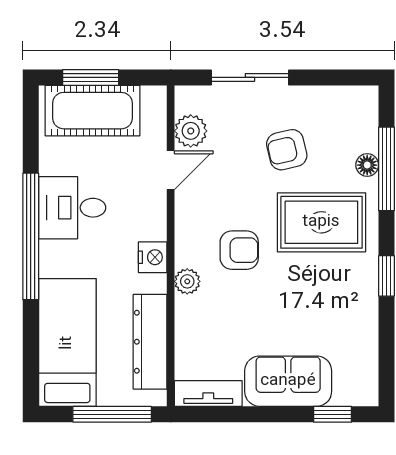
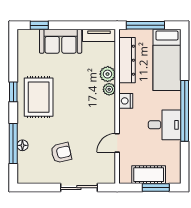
cot: (93, 111) -> (149, 175), width x0.73, depth x0.75
plant: (191, 131) -> (108, 74), moved
rug: (321, 222) -> (39, 97), moved, turned 90
armchair: (239, 250) -> (84, 104), removed

